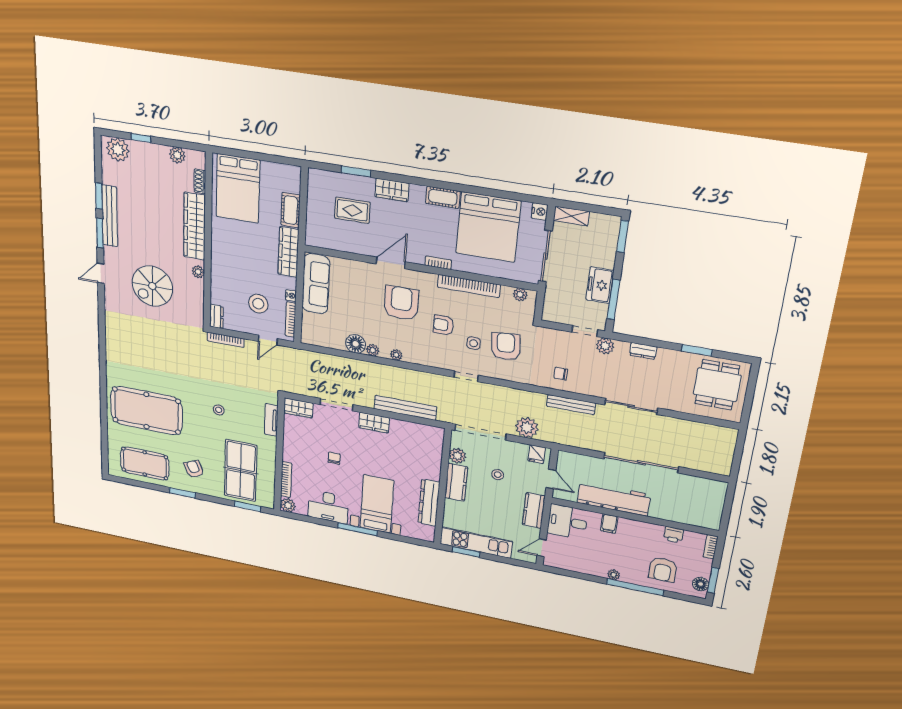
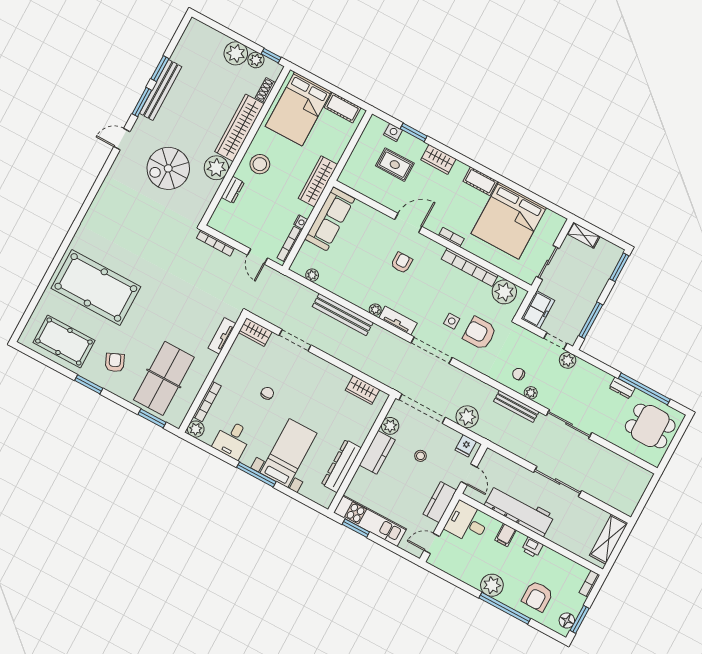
window: (141, 138) -> (271, 56), moved
plant: (118, 150) -> (236, 53), moved
cot: (291, 210) -> (343, 108), moved, turned 90
nightstand: (540, 211) -> (393, 132), moved, turned -90
sliding door: (545, 256) -> (548, 262), width x0.73
plant: (198, 272) -> (216, 168), width x1.88, depth x1.88
freezer: (600, 285) -> (538, 310), moved, turned 180
plant: (520, 295) -> (504, 292), width x1.87, depth x1.87
armchair: (401, 303) -> (402, 263), width x0.53, depth x0.53
stool: (258, 304) -> (260, 164), moved
dresser: (216, 316) -> (233, 190), moved
armchair: (443, 325) -> (431, 295), removed
door: (268, 340) -> (258, 256), hinge flipped
floor lamp: (356, 344) -> (341, 287), removed
armchair: (506, 346) -> (480, 333), turned -85
plant: (373, 350) -> (312, 275), moved
window: (697, 350) -> (644, 389), width x2.11
dresser: (643, 351) -> (622, 388), moved
tv unit: (422, 359) -> (398, 321), added
doorway: (466, 376) -> (432, 350), width x1.87
dining table: (717, 385) -> (650, 426), turned 90
plant: (580, 388) -> (531, 393), added
bench: (405, 408) -> (343, 315), moved
stool: (219, 410) -> (173, 310), removed
wardrobe: (374, 423) -> (362, 390), moved
sliding door: (641, 463) -> (558, 482), width x0.73
shelving: (714, 502) -> (609, 539), added
desk: (328, 507) -> (232, 440), width x0.73
printer: (674, 535) -> (532, 547), moved
plant: (614, 575) -> (492, 585), width x1.88, depth x1.88

